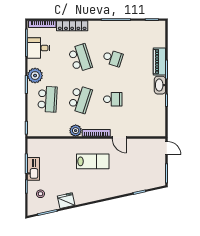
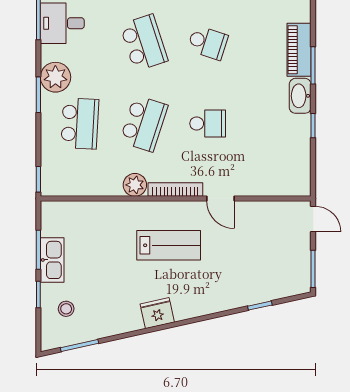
fridge: (66, 201) -> (157, 313), moved

